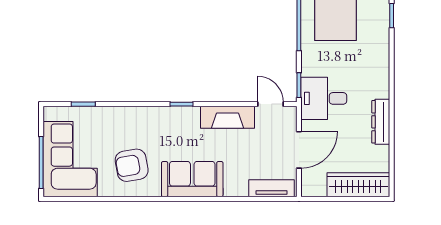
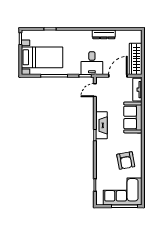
fireplace: (227, 117) -> (101, 125), moved
door: (299, 150) -> (118, 76), hinge flipped
sofa: (192, 179) -> (133, 117), moved
wardrobe: (358, 185) -> (136, 59), moved

